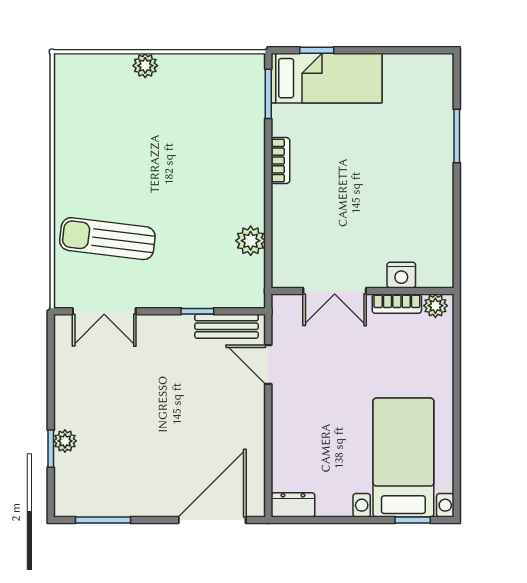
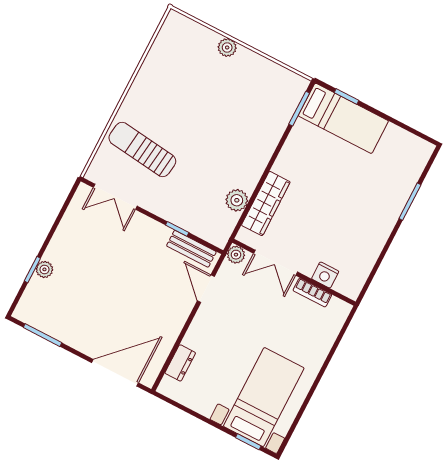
bookcase: (280, 161) -> (284, 157), removed
wardrobe: (287, 227) -> (266, 204), added
plant: (435, 306) -> (236, 255), moved
dresser: (293, 505) -> (180, 363), moved, turned 90

